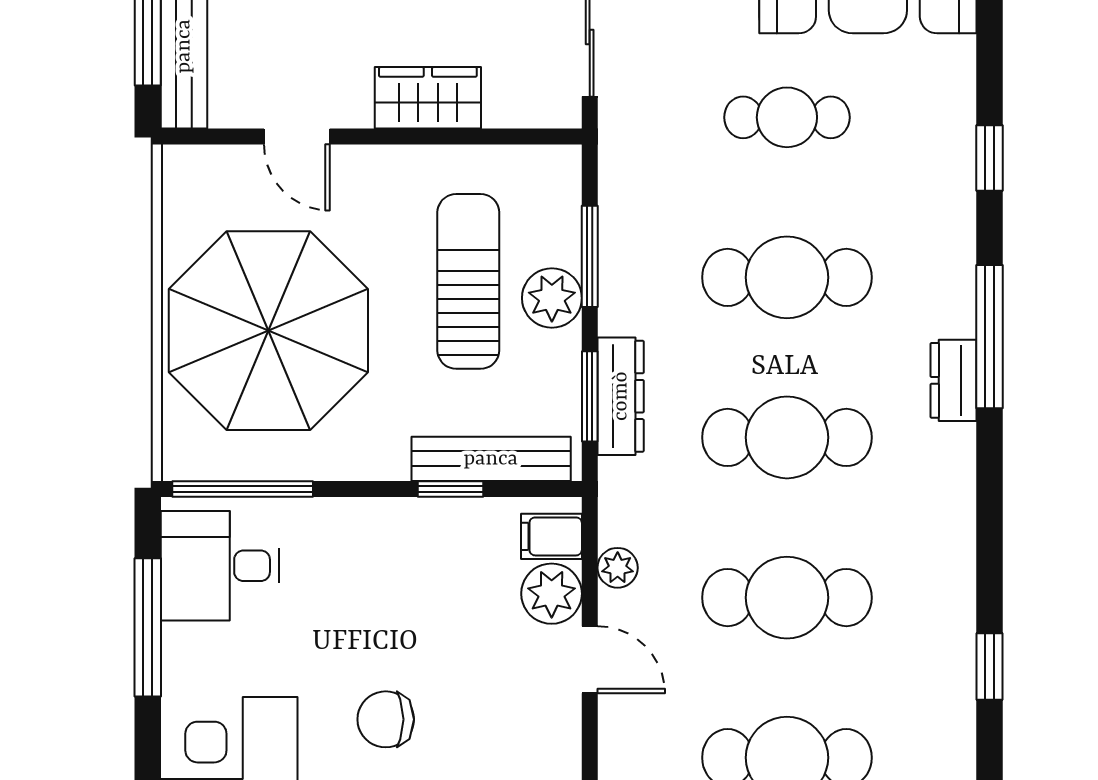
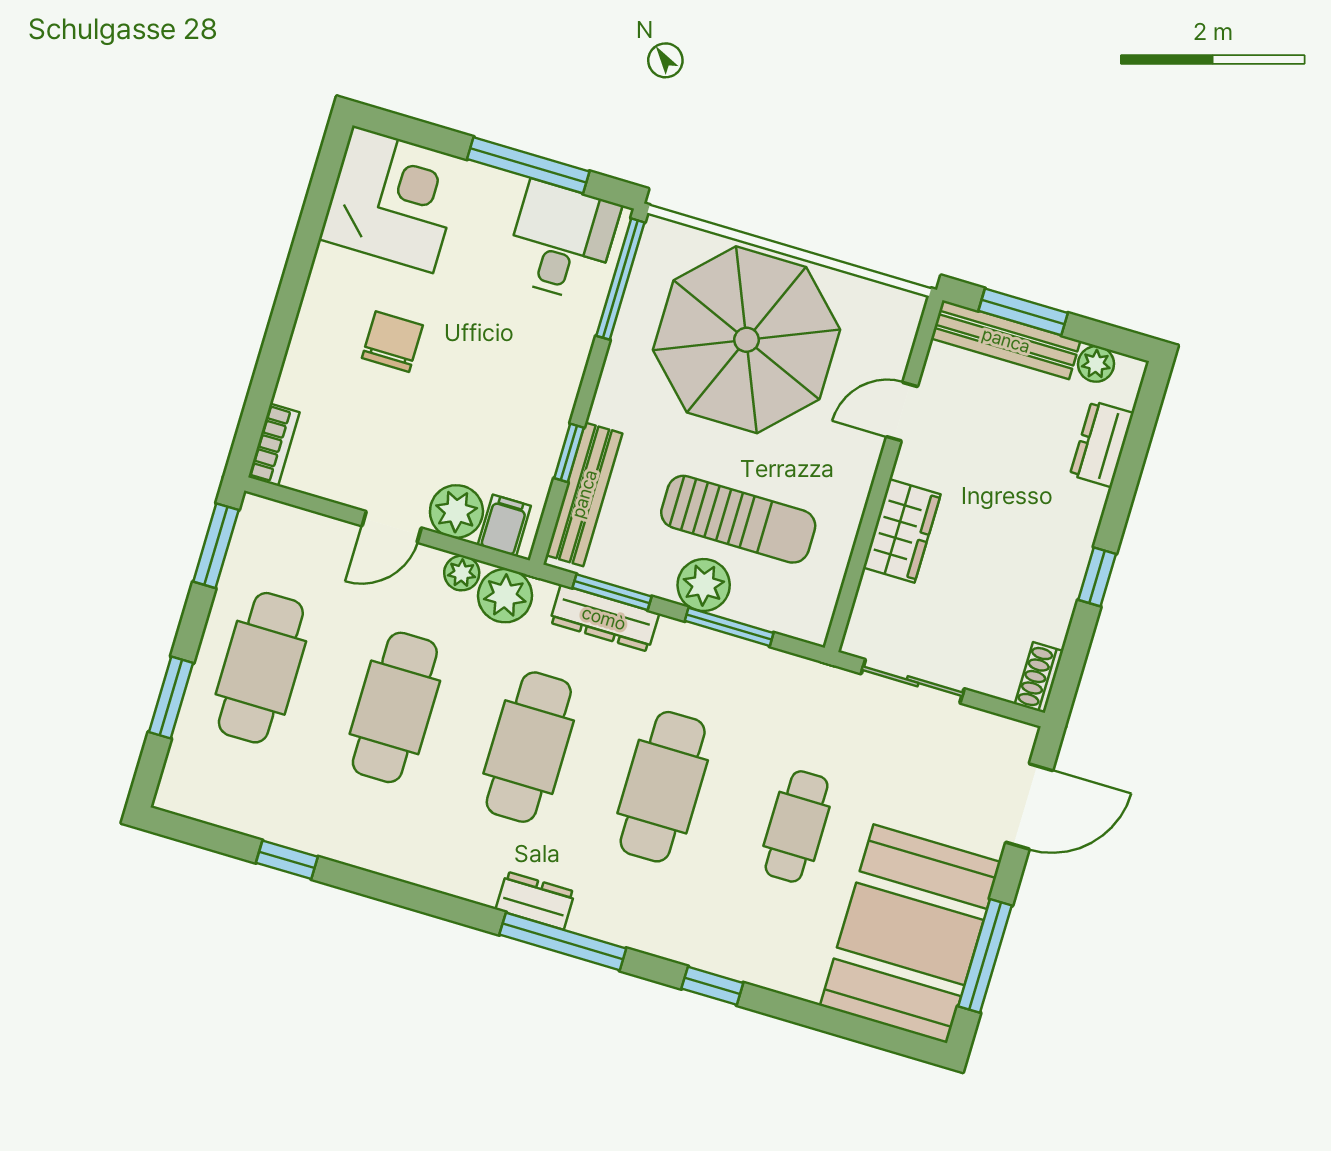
plant: (628, 513) -> (505, 596), added

